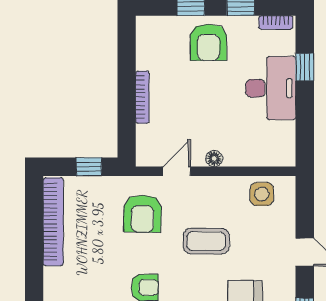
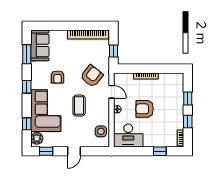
armchair: (208, 42) -> (145, 109), moved
desk: (271, 88) -> (128, 135), moved
armchair: (143, 214) -> (92, 76), turned 128

